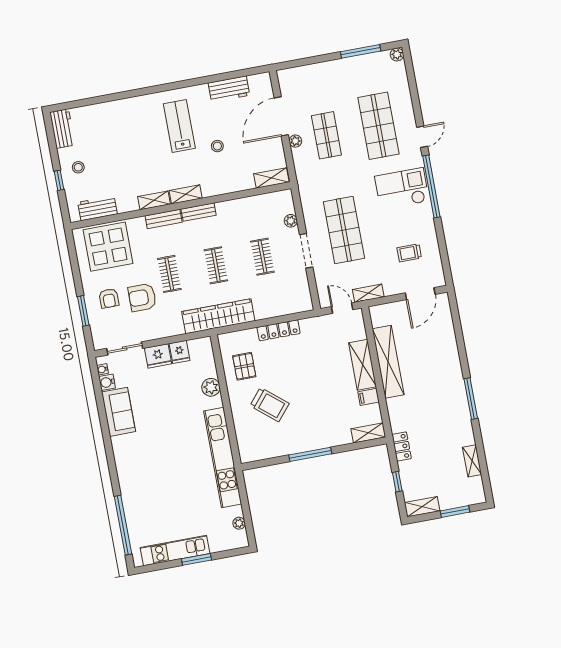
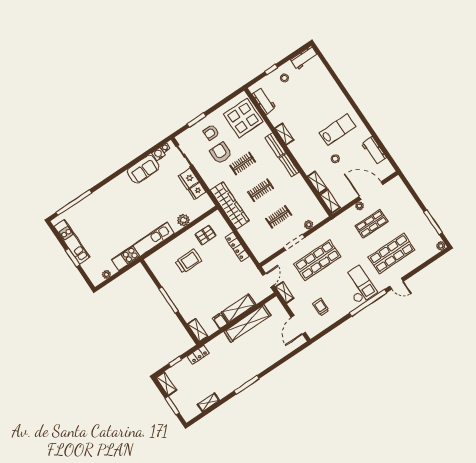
shelving: (186, 194) -> (317, 182), moved
door: (420, 294) -> (298, 325), hinge flipped
trolley: (270, 405) -> (189, 261), turned -130

